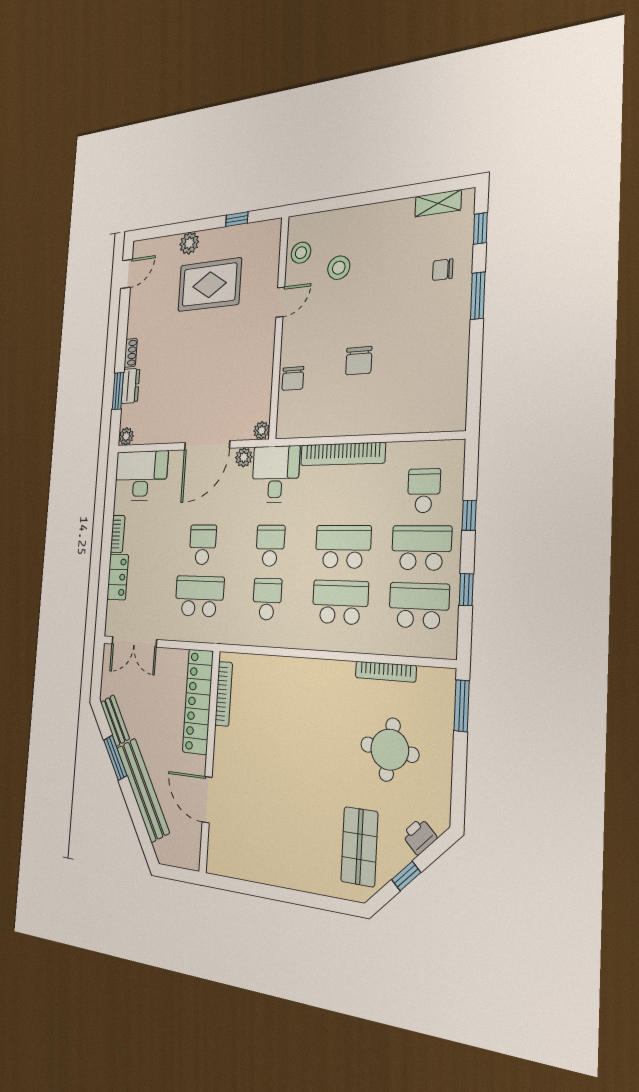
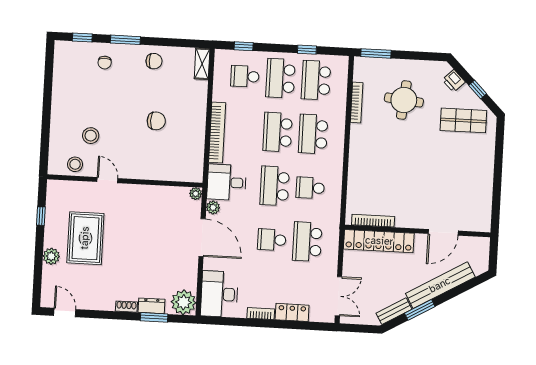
shelving: (438, 203) -> (202, 64), moved
chair: (293, 378) -> (154, 61), moved
plant: (126, 436) -> (184, 302), width x1.88, depth x1.88
window: (469, 515) -> (244, 46), moved
school desk: (270, 546) -> (275, 186), width x1.85

